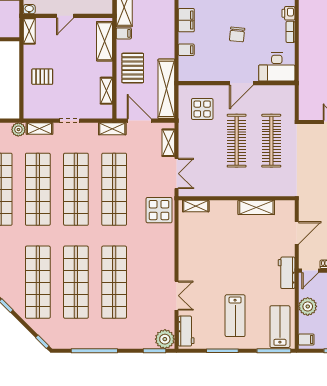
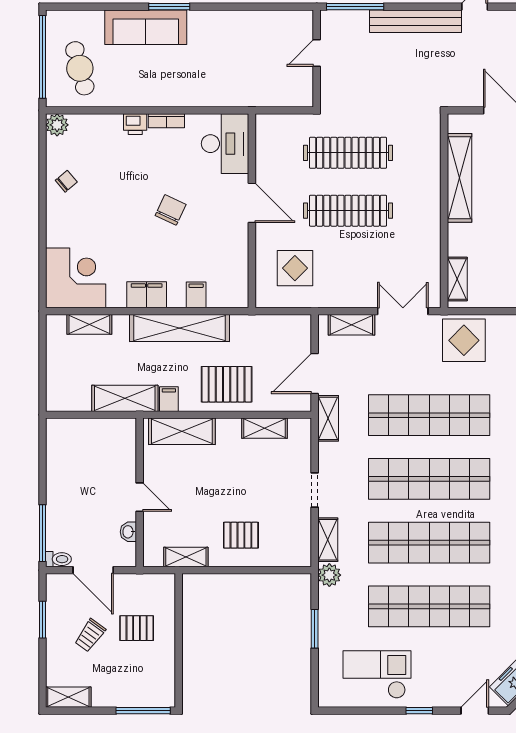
washbasin: (29, 9) -> (128, 532), moved
shelving: (29, 31) -> (186, 557), moved
chair: (237, 34) -> (171, 210), turned -71
pallet: (42, 77) -> (241, 535), turned 90
shelving: (166, 89) -> (179, 328), moved
shelving: (256, 207) -> (459, 178), width x1.47

